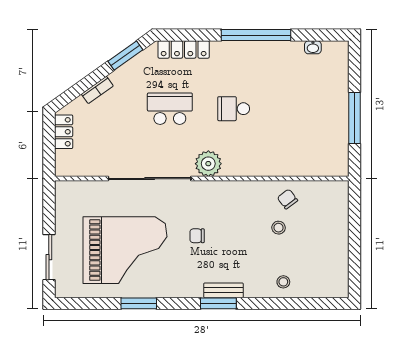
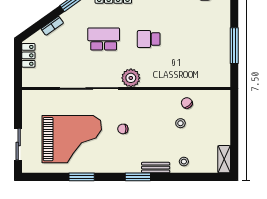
shelving: (340, 278) -> (224, 159), added
bench: (223, 290) -> (156, 168), moved

